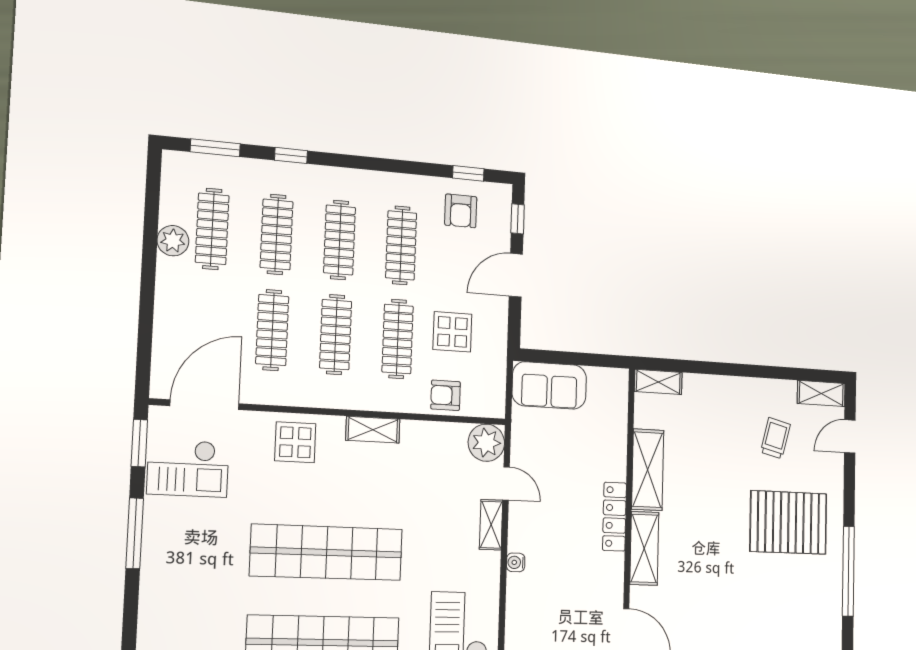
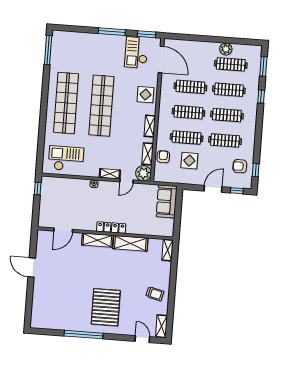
door: (516, 275) -> (213, 189), hinge flipped
shelving: (440, 434) -> (148, 154), added
trolley: (775, 438) -> (155, 294), moved

